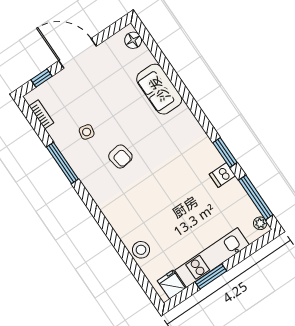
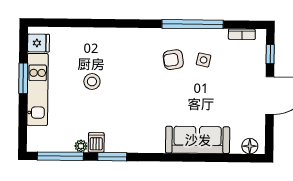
sofa: (159, 89) -> (198, 140), width x1.36
armchair: (120, 156) -> (173, 60), moved
window: (62, 163) -> (193, 24), width x1.46
plant: (260, 223) -> (81, 146), moved
stool: (141, 250) -> (92, 82), moved

